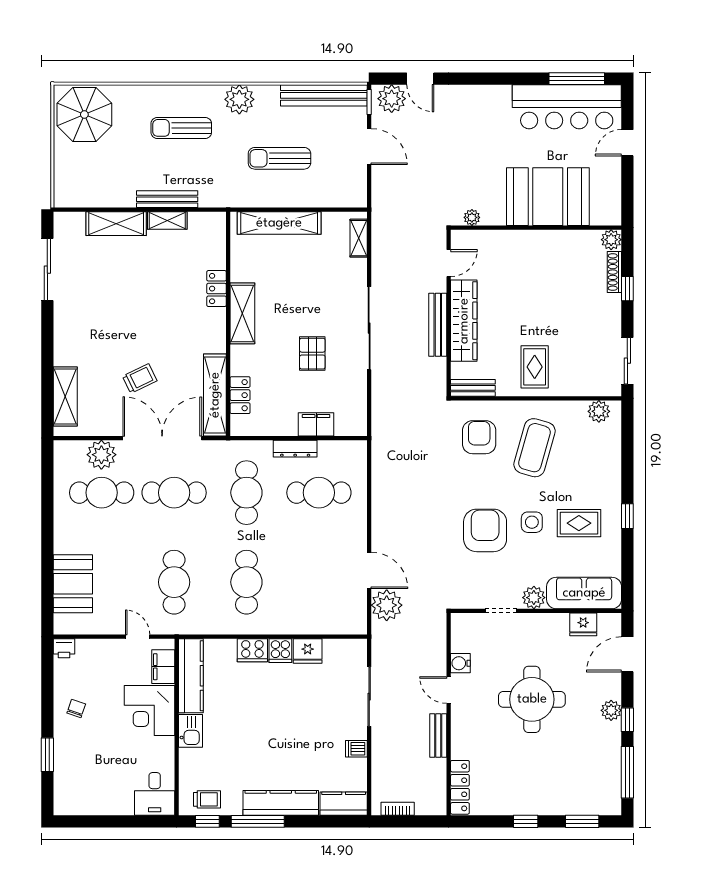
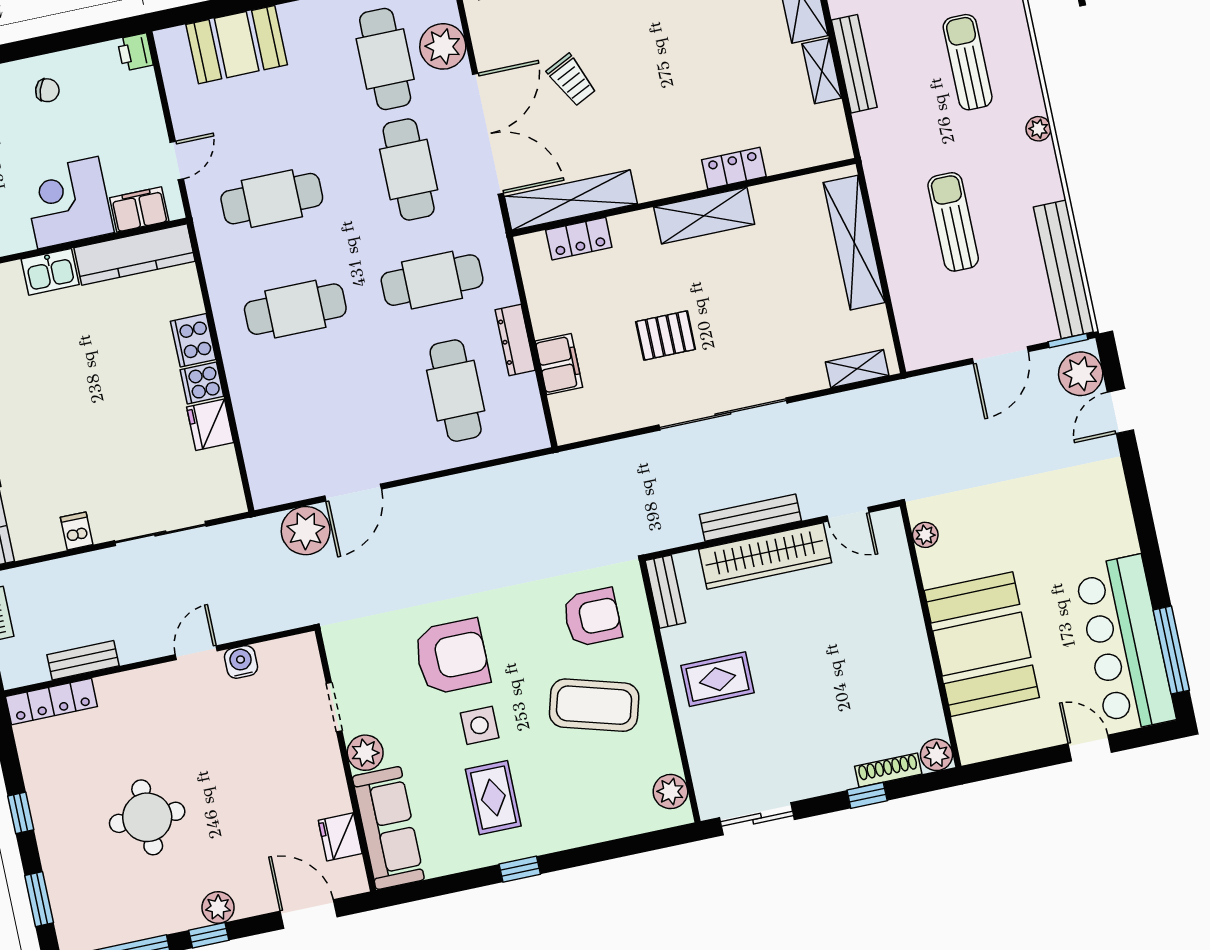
plant: (239, 99) -> (1038, 129), width x0.53, depth x0.53
round table: (532, 699) -> (147, 817), moved, width x0.73, depth x0.73
bench: (438, 736) -> (83, 660), moved

